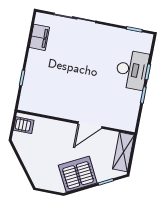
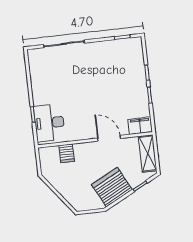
filing cabinet: (39, 37) -> (140, 126), moved, turned -90
desk: (132, 70) -> (49, 123), moved, turned 180
server rack: (24, 125) -> (67, 153), moved, turned 90
door: (90, 125) -> (109, 138), swing flipped

